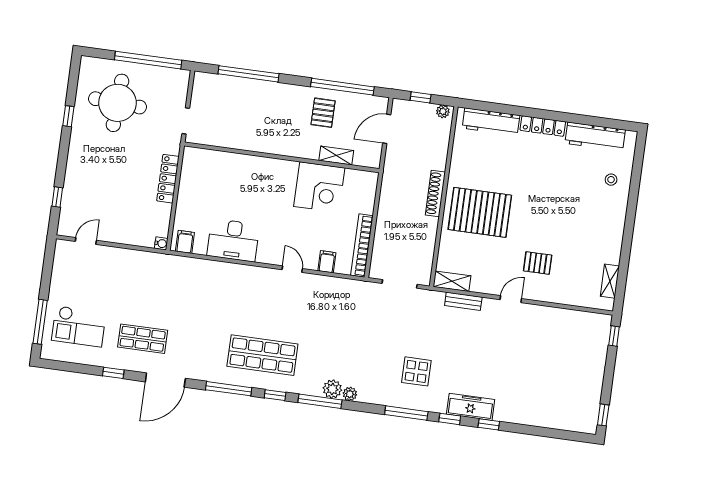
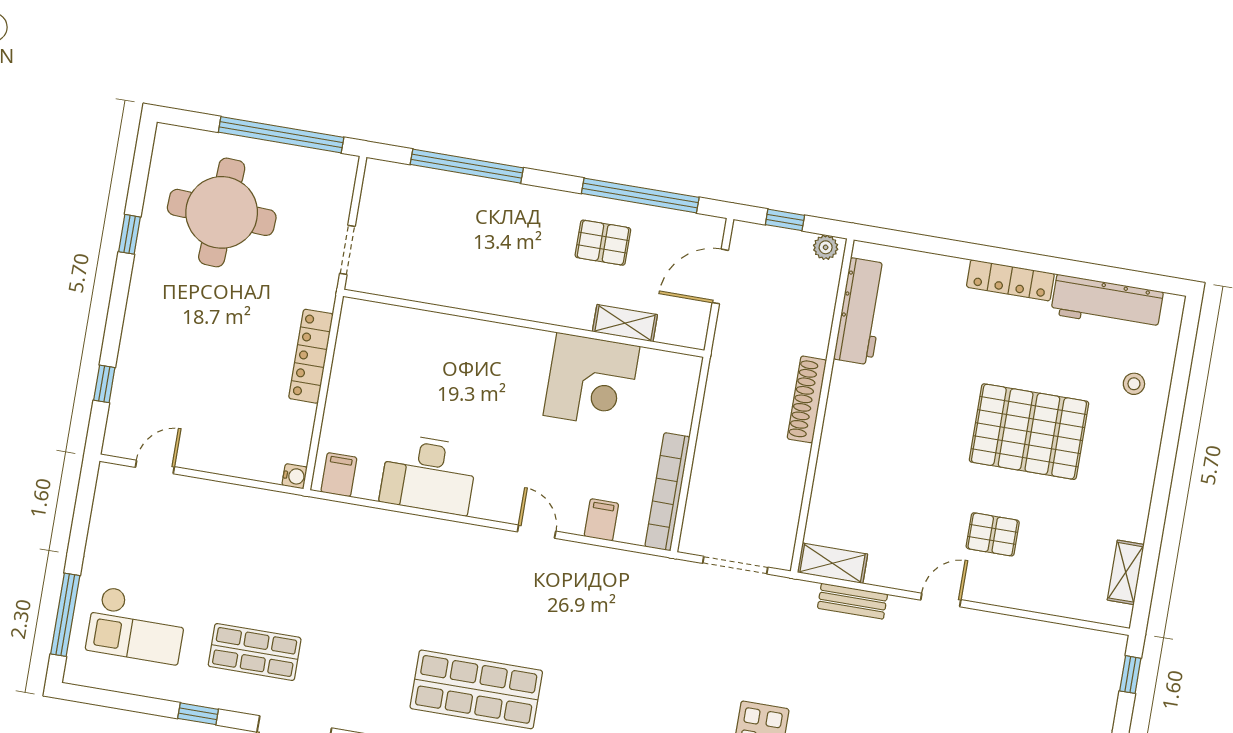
pallet: (323, 113) -> (603, 243), turned 90
workbench: (491, 122) -> (861, 311), moved, turned -90
pallet: (480, 212) -> (1029, 432), moved

